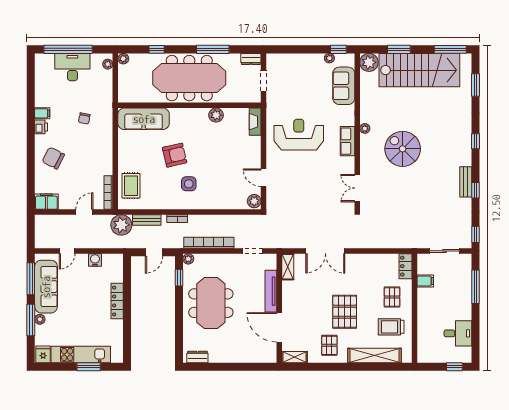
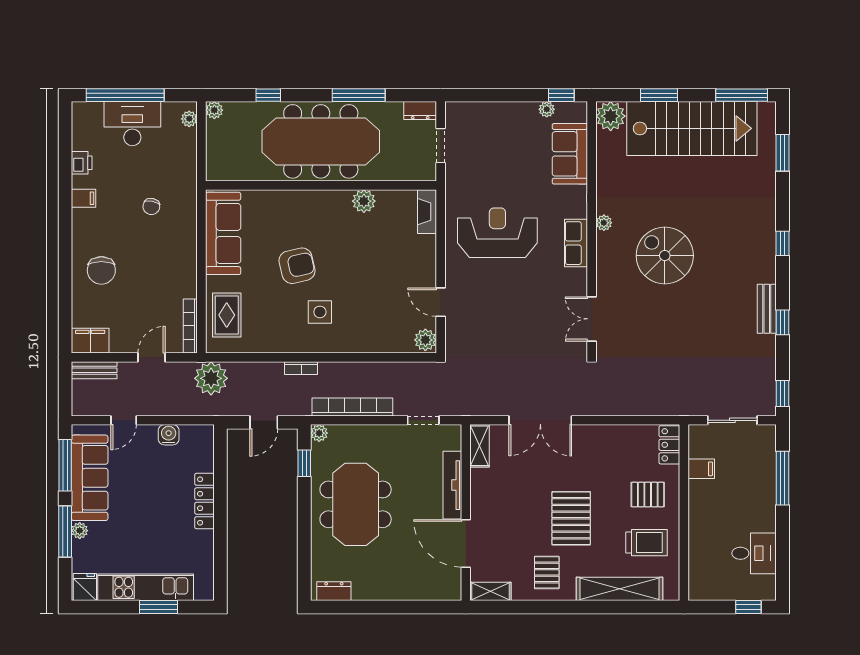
sofa: (144, 119) -> (223, 233), moved, turned -90
printer: (41, 127) -> (82, 163), moved
chair: (53, 158) -> (101, 270), turned -117
bench: (147, 220) -> (94, 370), moved
pallet: (392, 297) -> (648, 495), turned 90
trolley: (391, 327) -> (646, 543), turned 180

